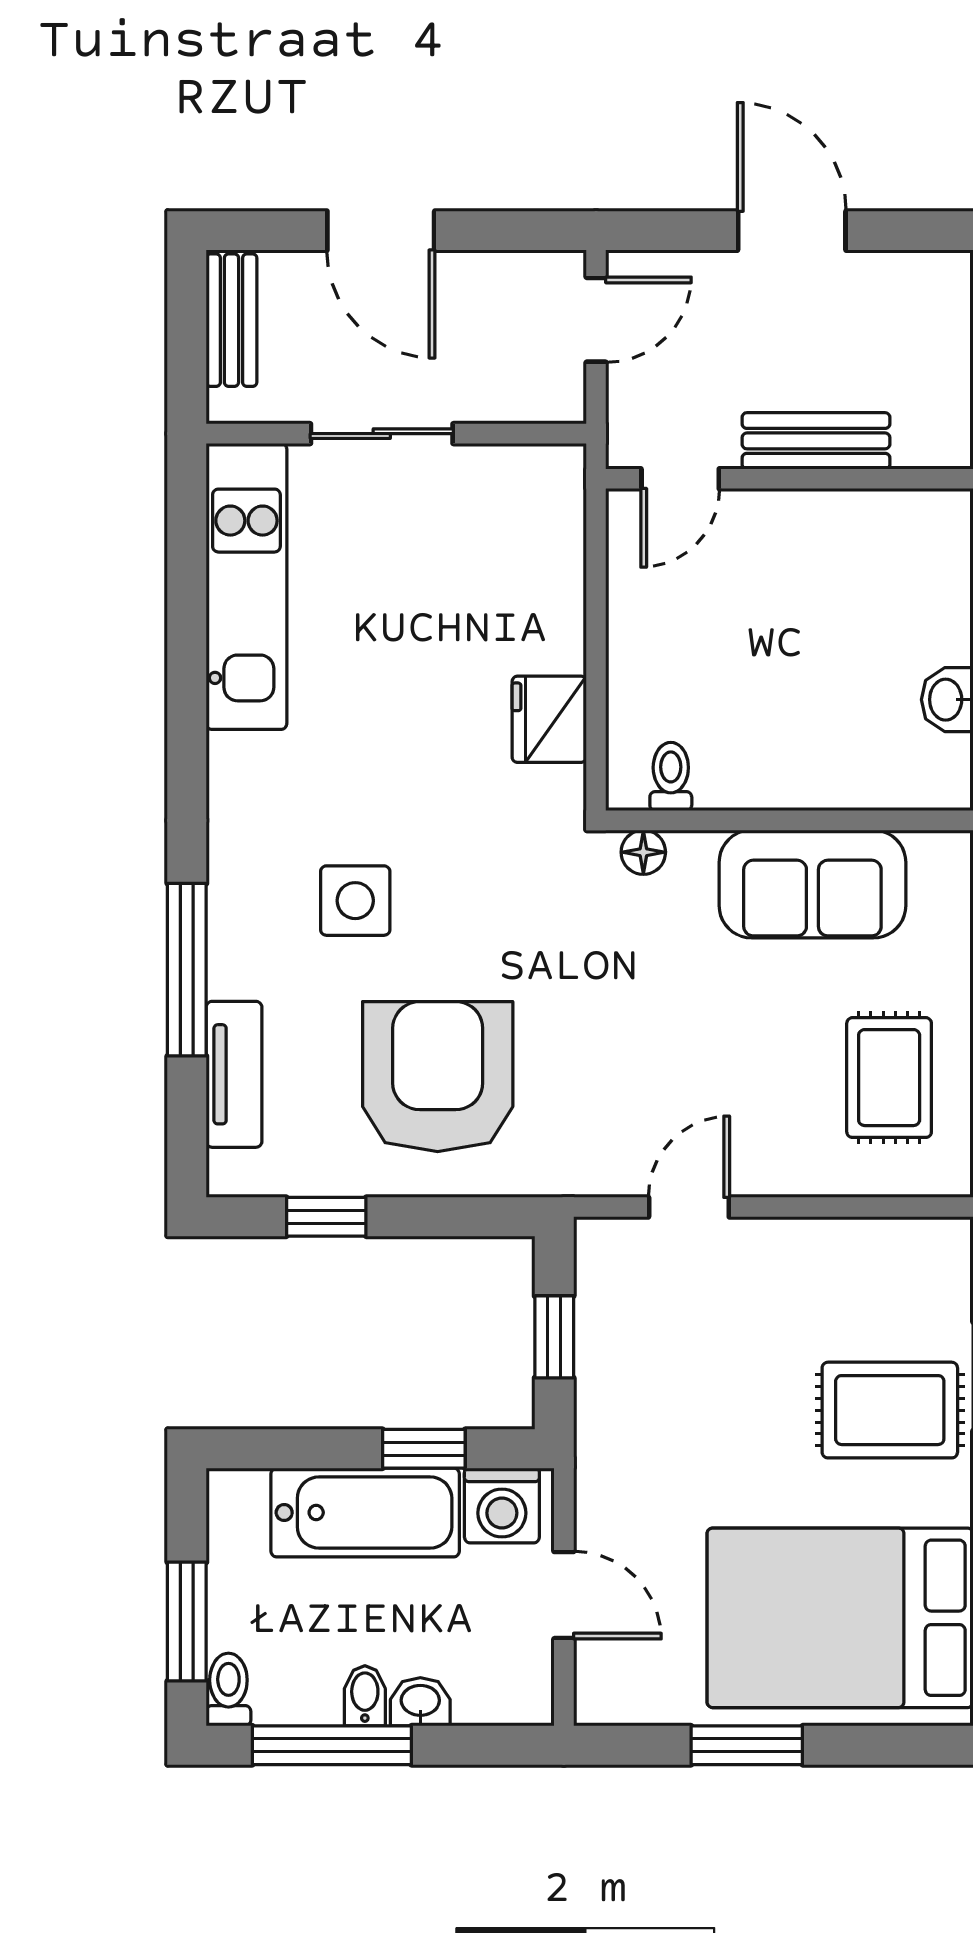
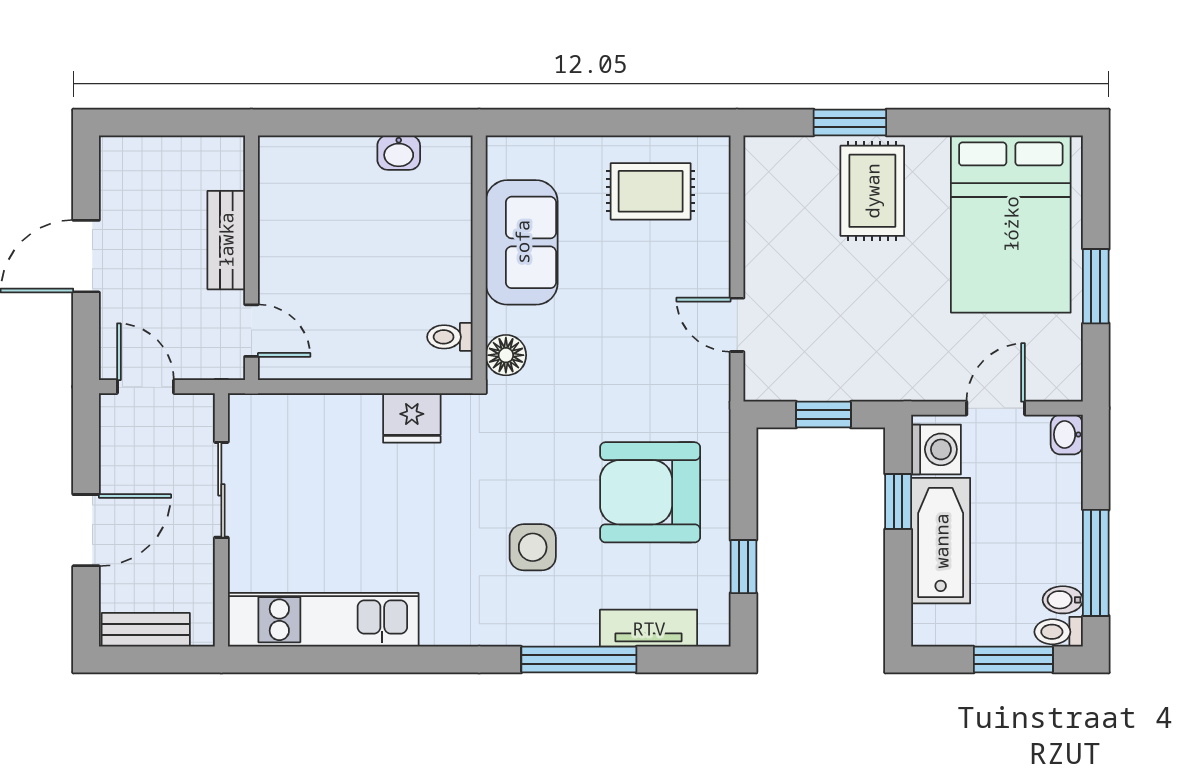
sliding door: (382, 434) -> (221, 490), moved
floor lamp: (643, 852) -> (506, 355), width x1.37, depth x1.37
bidet: (365, 1696) -> (1063, 600), moved
washbasin: (420, 1702) -> (1067, 434), moved

